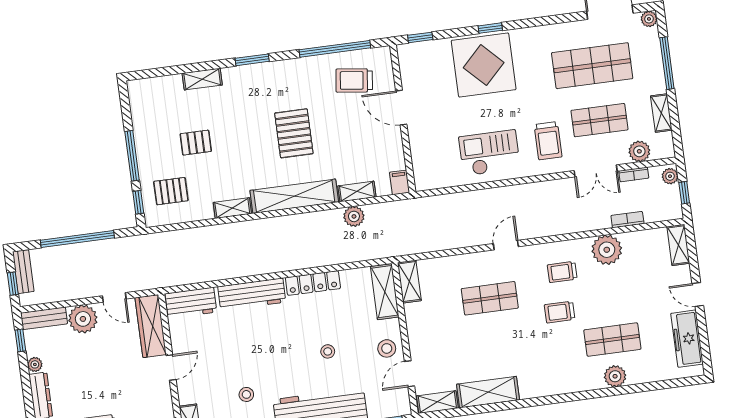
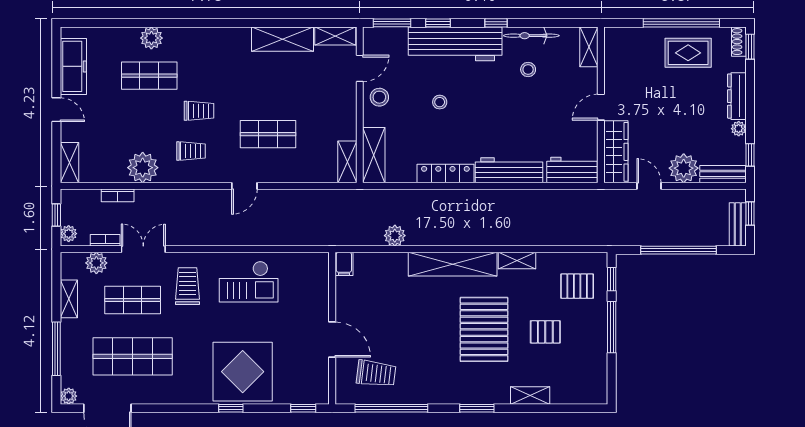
pallet: (294, 133) -> (484, 329), moved, width x1.37, depth x1.41
shelving: (357, 191) -> (388, 260), removed

